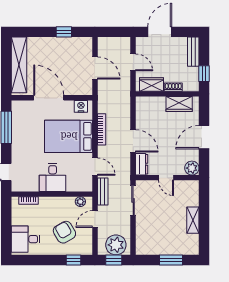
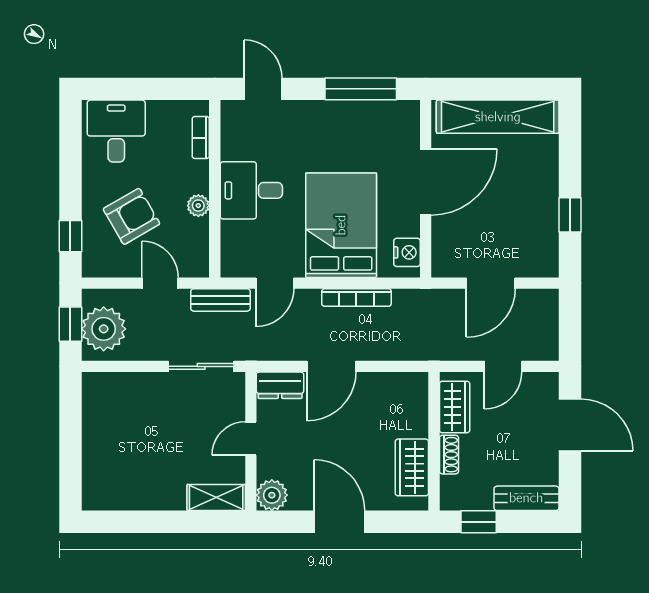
plant: (80, 202) -> (198, 206), moved
shelving: (193, 220) -> (216, 498), moved
window: (171, 260) -> (70, 449), removed

